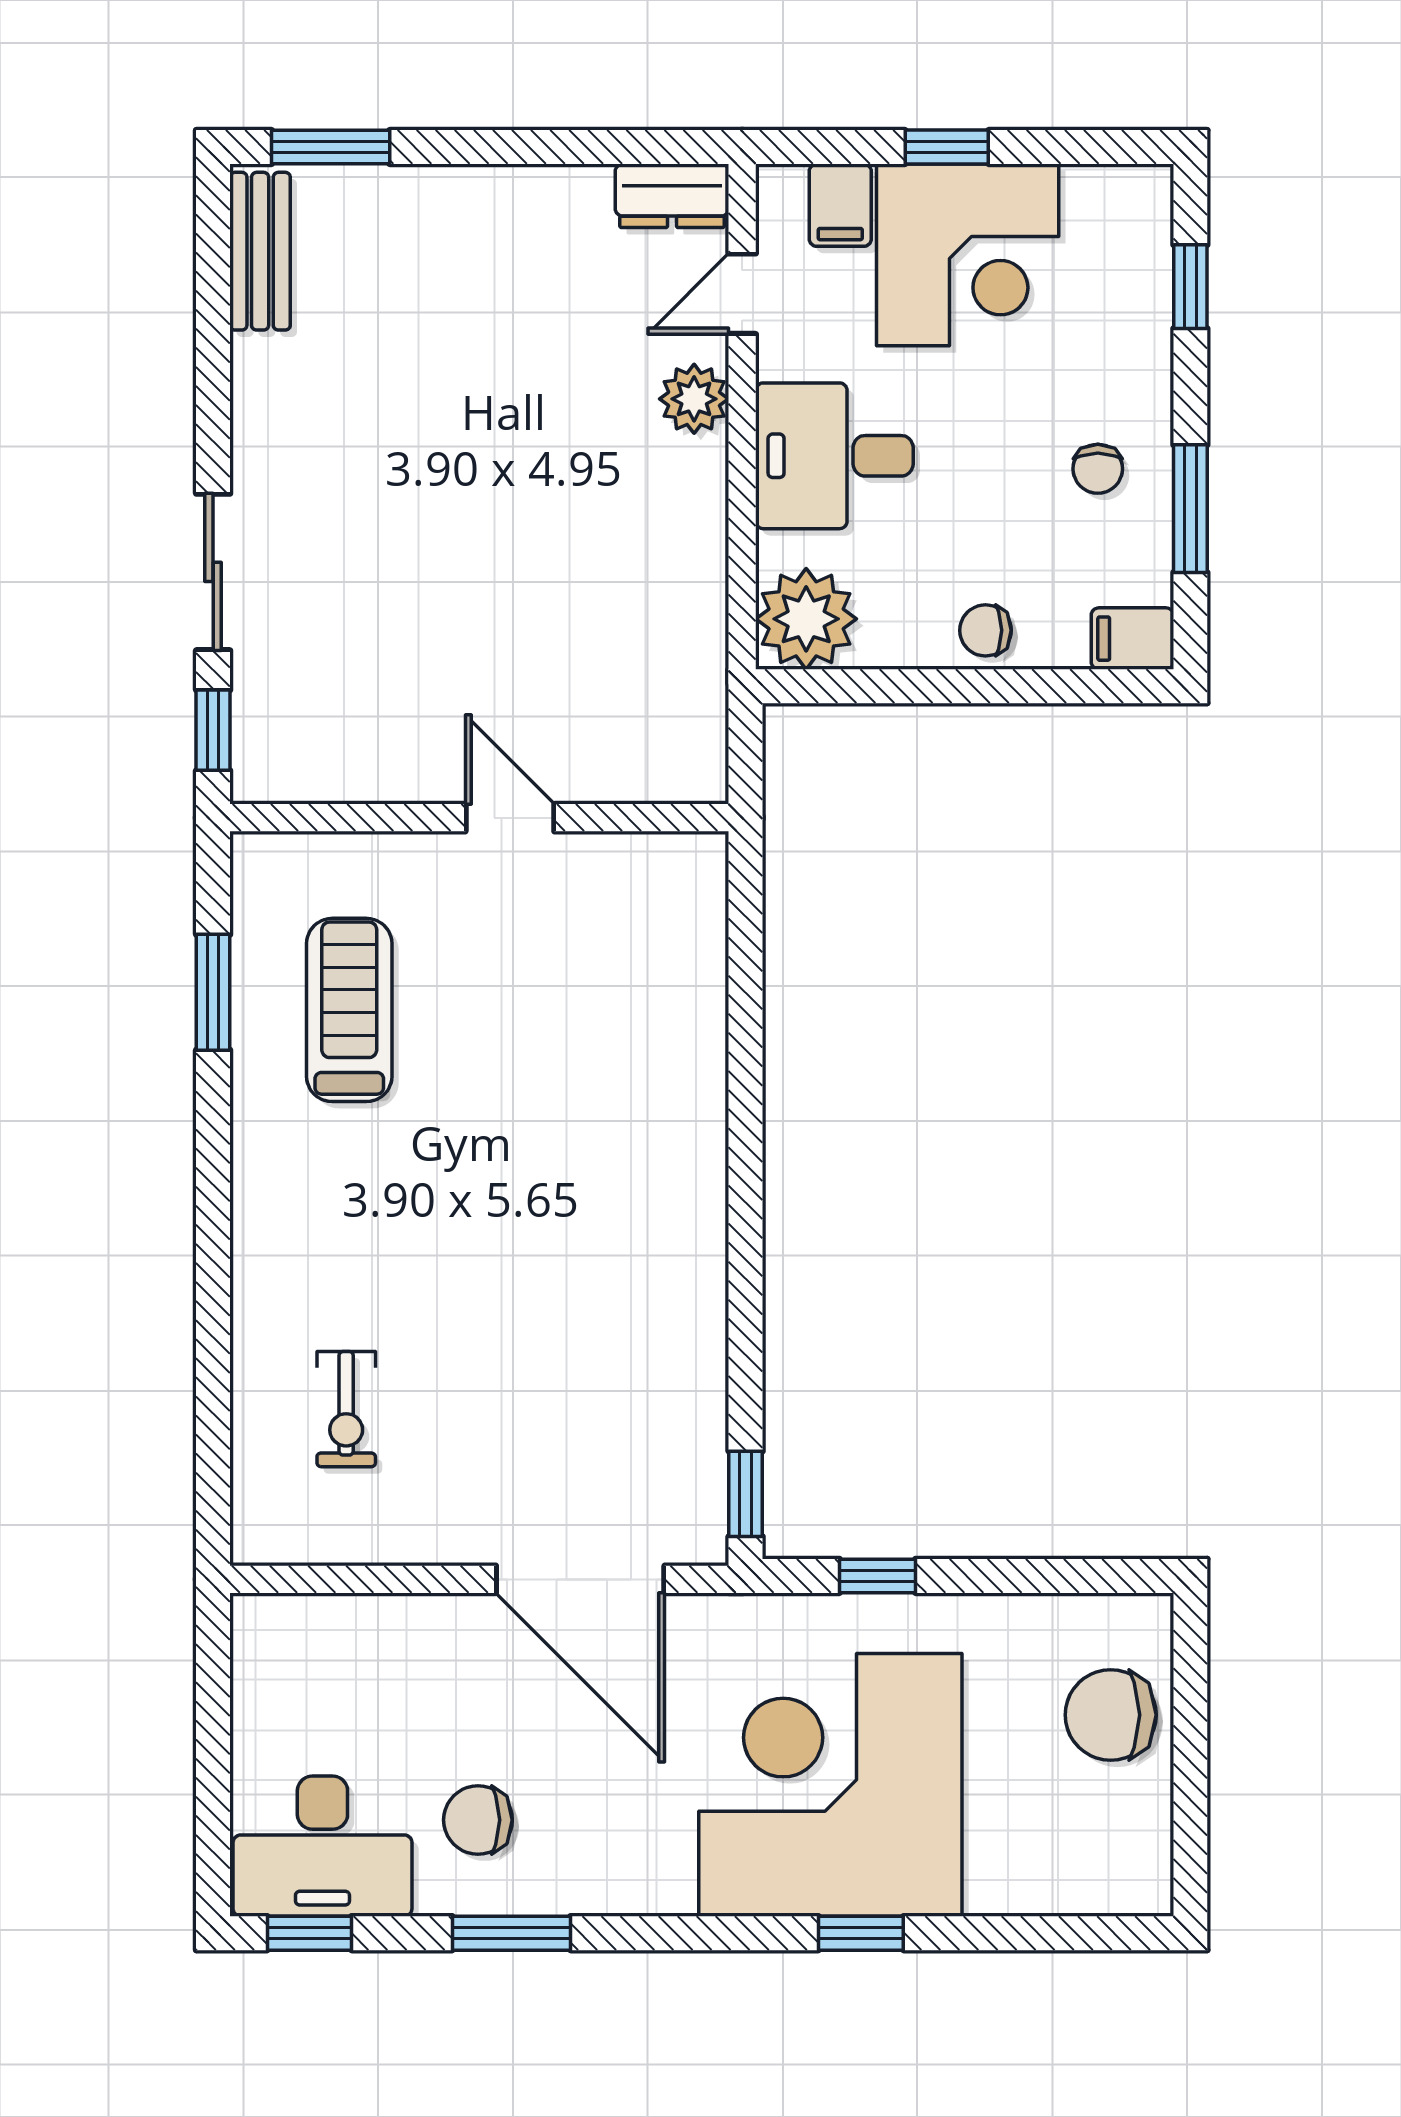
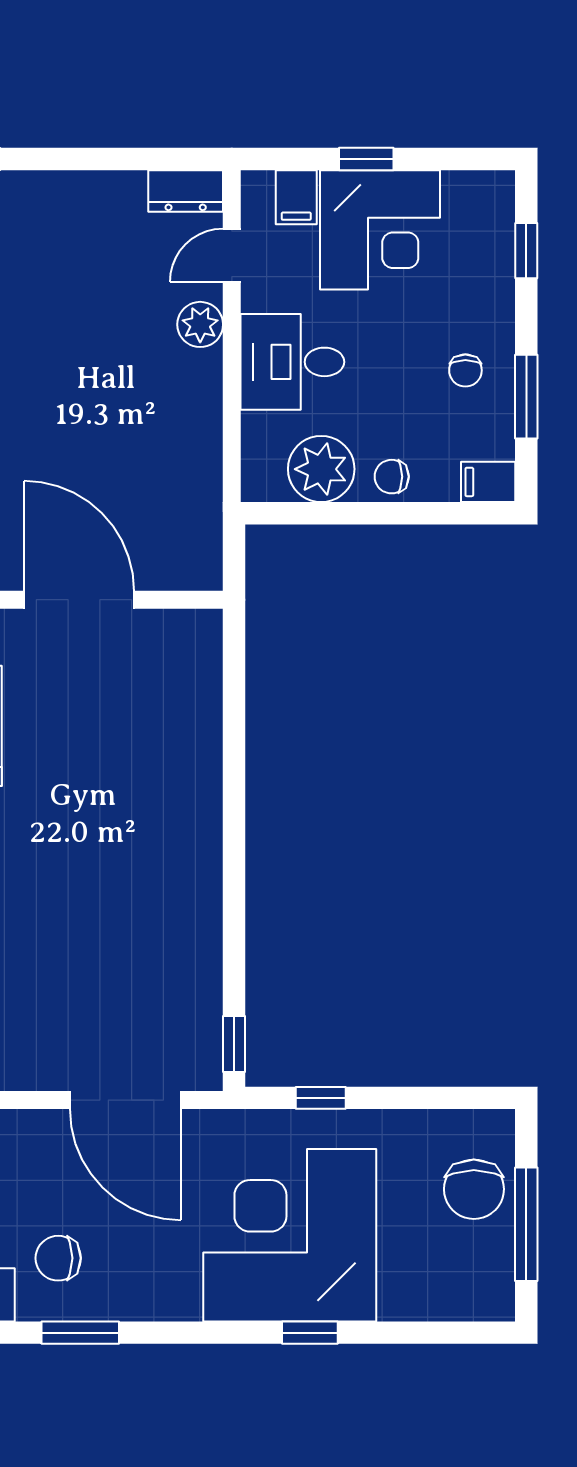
plant: (806, 619) -> (321, 469), moved
door: (510, 818) -> (79, 600), width x1.87
chair: (1111, 1715) -> (474, 1189), turned -90
window: (1190, 1768) -> (526, 1224), added

